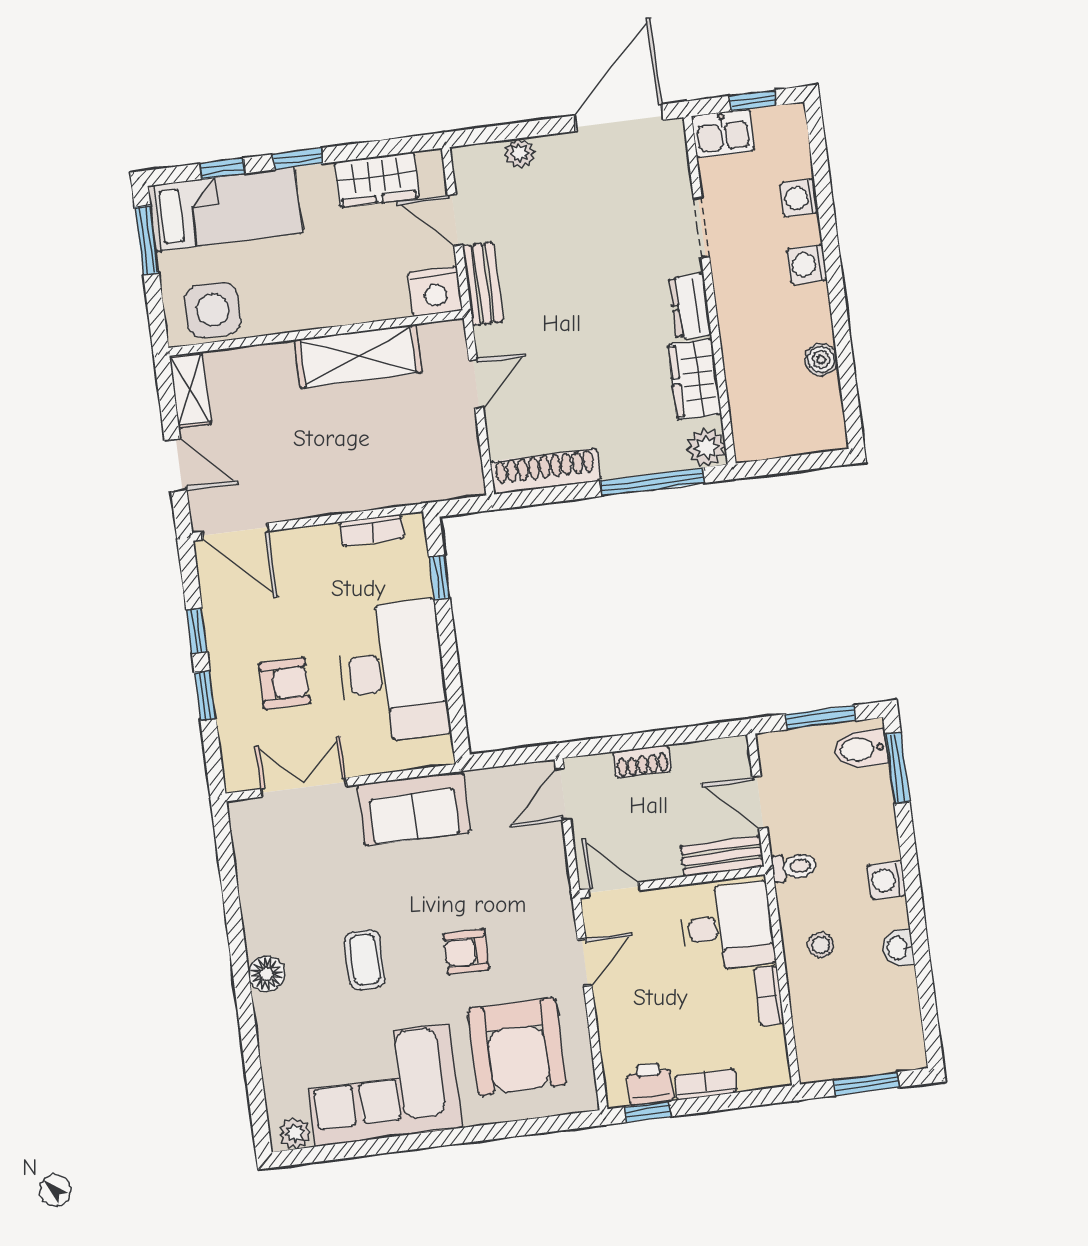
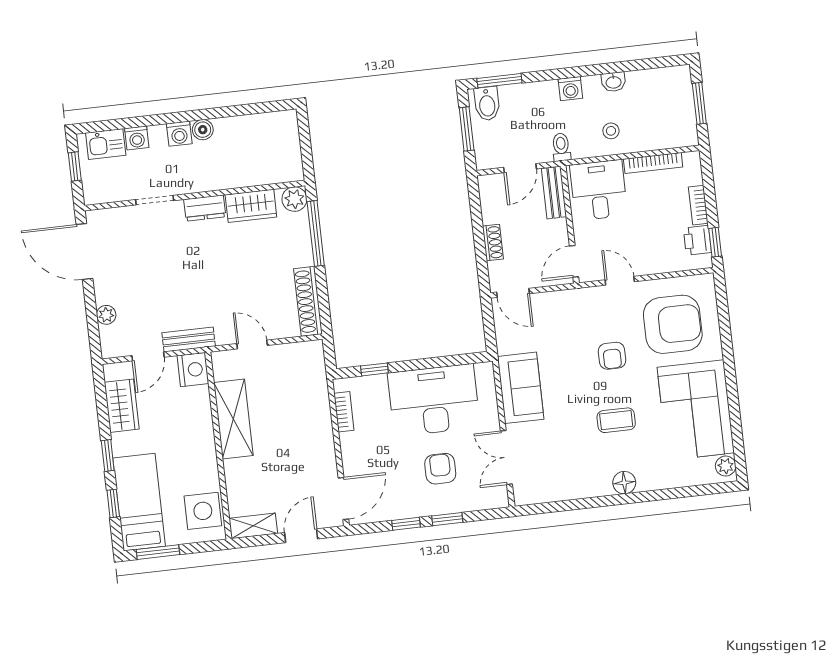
kitchen sink: (723, 134) -> (106, 144), moved, turned 90
boiler: (821, 359) -> (203, 130), moved
bookcase: (769, 996) -> (653, 163), width x1.56

